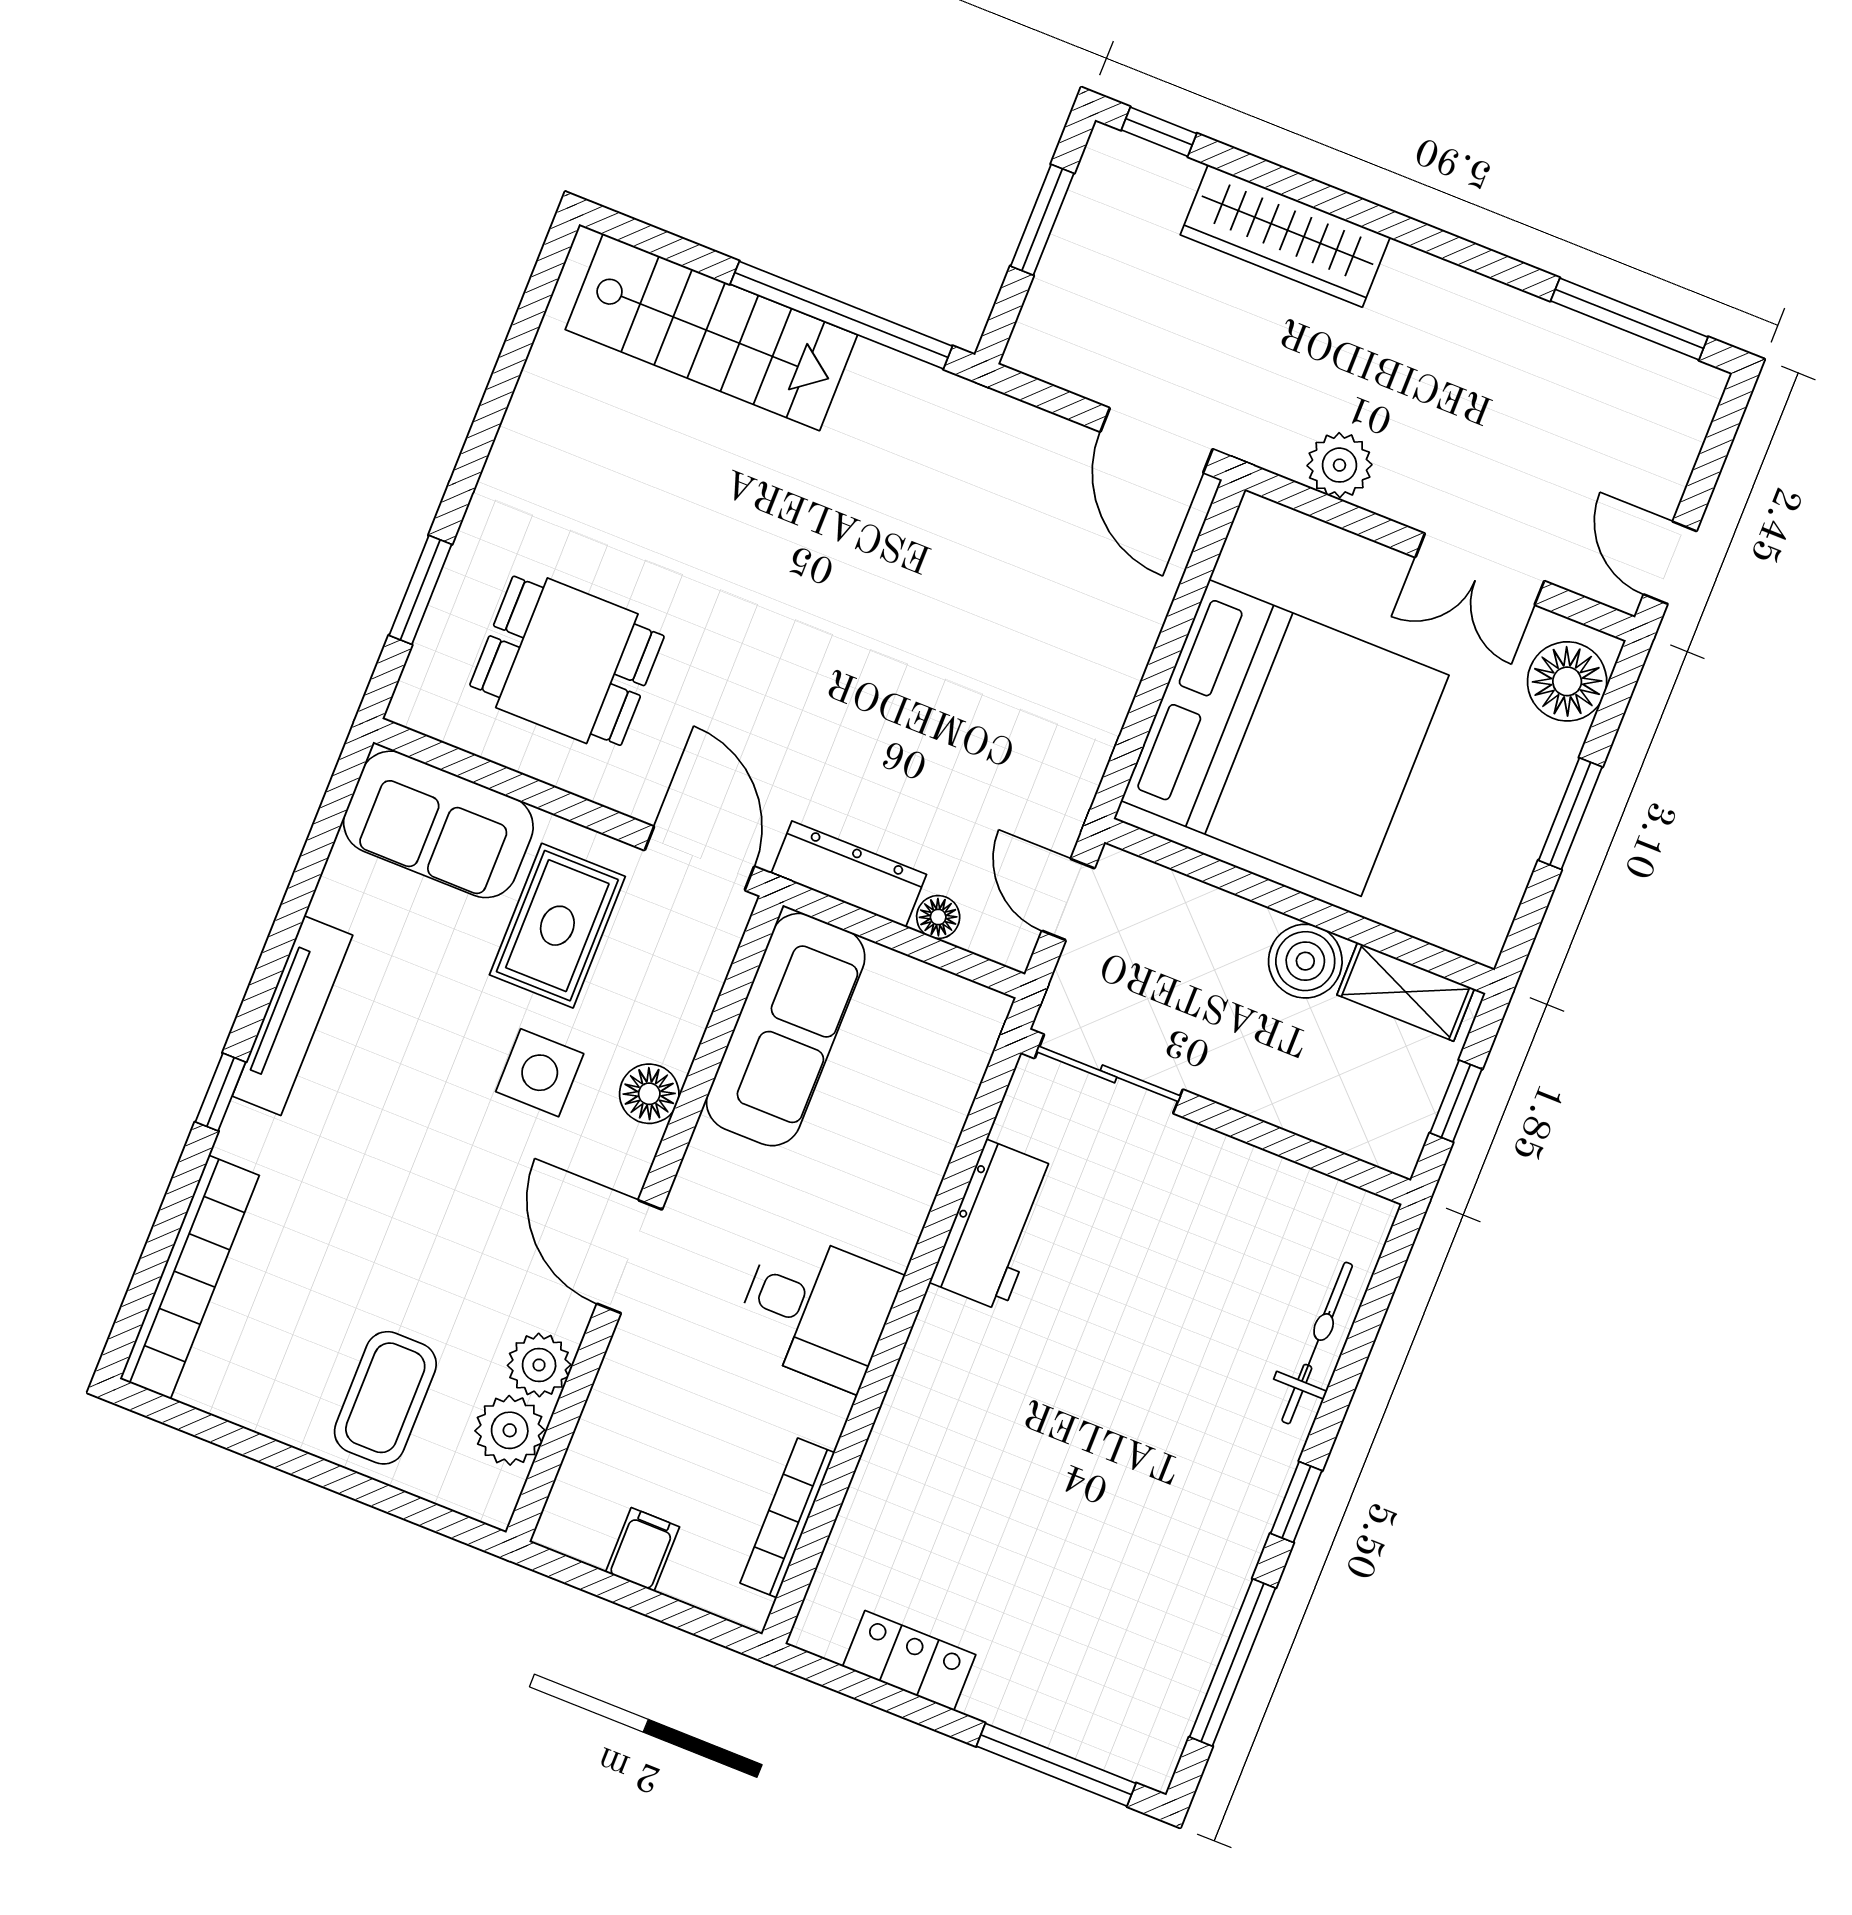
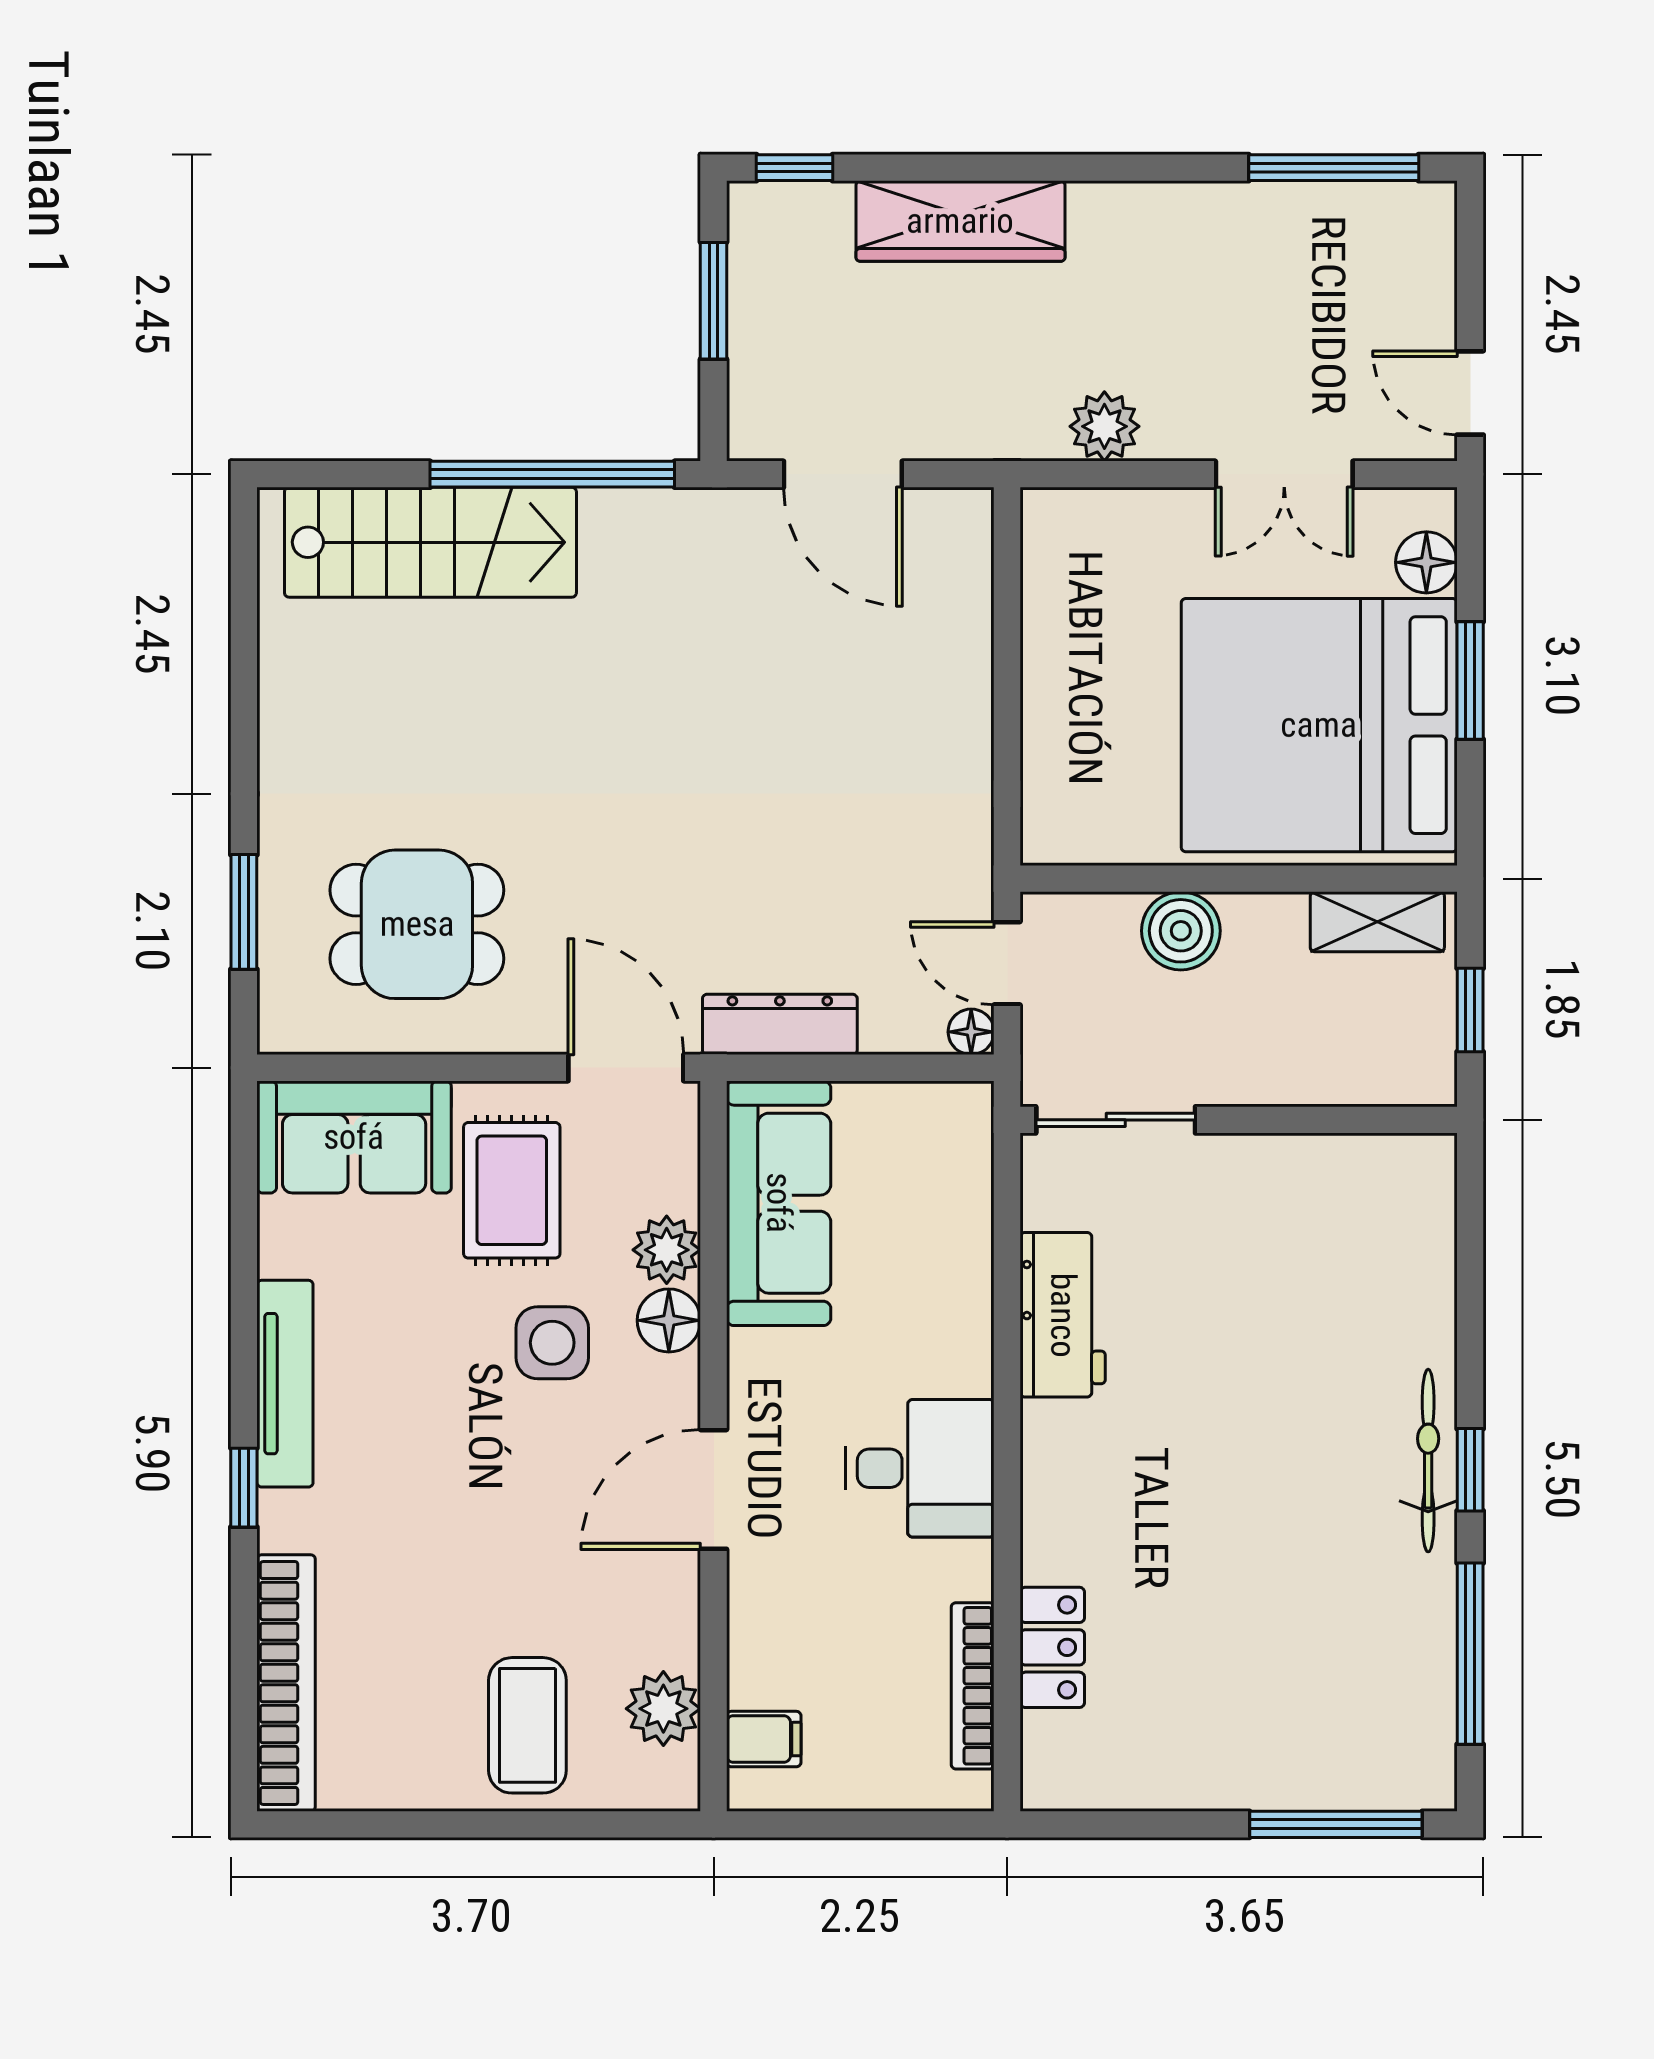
door: (1156, 440) -> (843, 474), moved
floor lamp: (1567, 681) -> (1426, 562), width x0.73, depth x0.73
bed: (1285, 738) -> (1319, 725), moved, turned 180
floor lamp: (938, 917) -> (971, 1032), moved
boiler: (1305, 961) -> (1181, 931), moved
door: (630, 1257) -> (714, 1489), hinge flipped
bicycle: (1317, 1343) -> (1428, 1461), moved
plant: (539, 1365) -> (667, 1250), moved
filing cabinet: (643, 1549) -> (764, 1739), moved, turned 90
locker: (909, 1661) -> (1052, 1647), moved, turned 90

